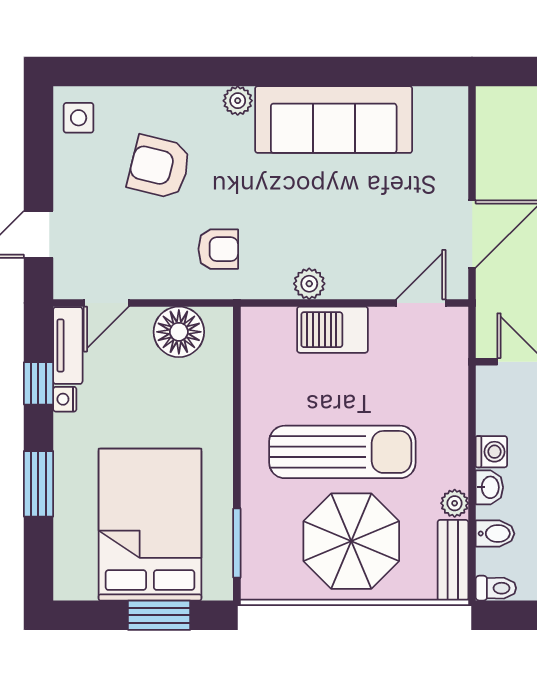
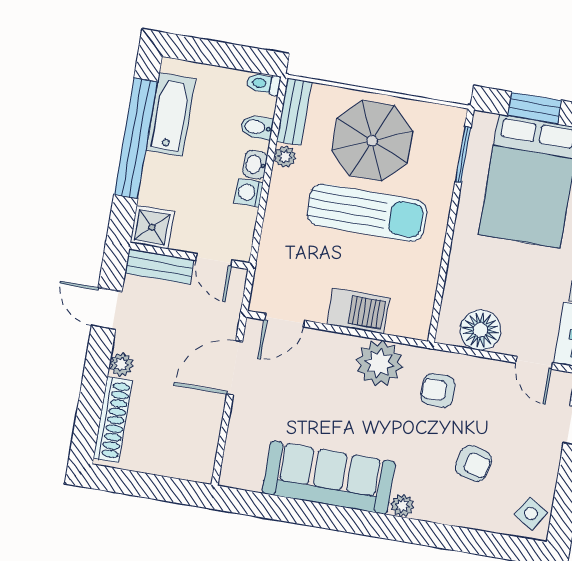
side table: (79, 118) -> (531, 513), turned 32
armchair: (159, 167) -> (474, 464), width x0.72, depth x0.72
plant: (309, 284) -> (379, 363), width x1.87, depth x1.87
door: (106, 303) -> (534, 363), swing flipped
sun lounger: (342, 452) -> (367, 213), turned 180

